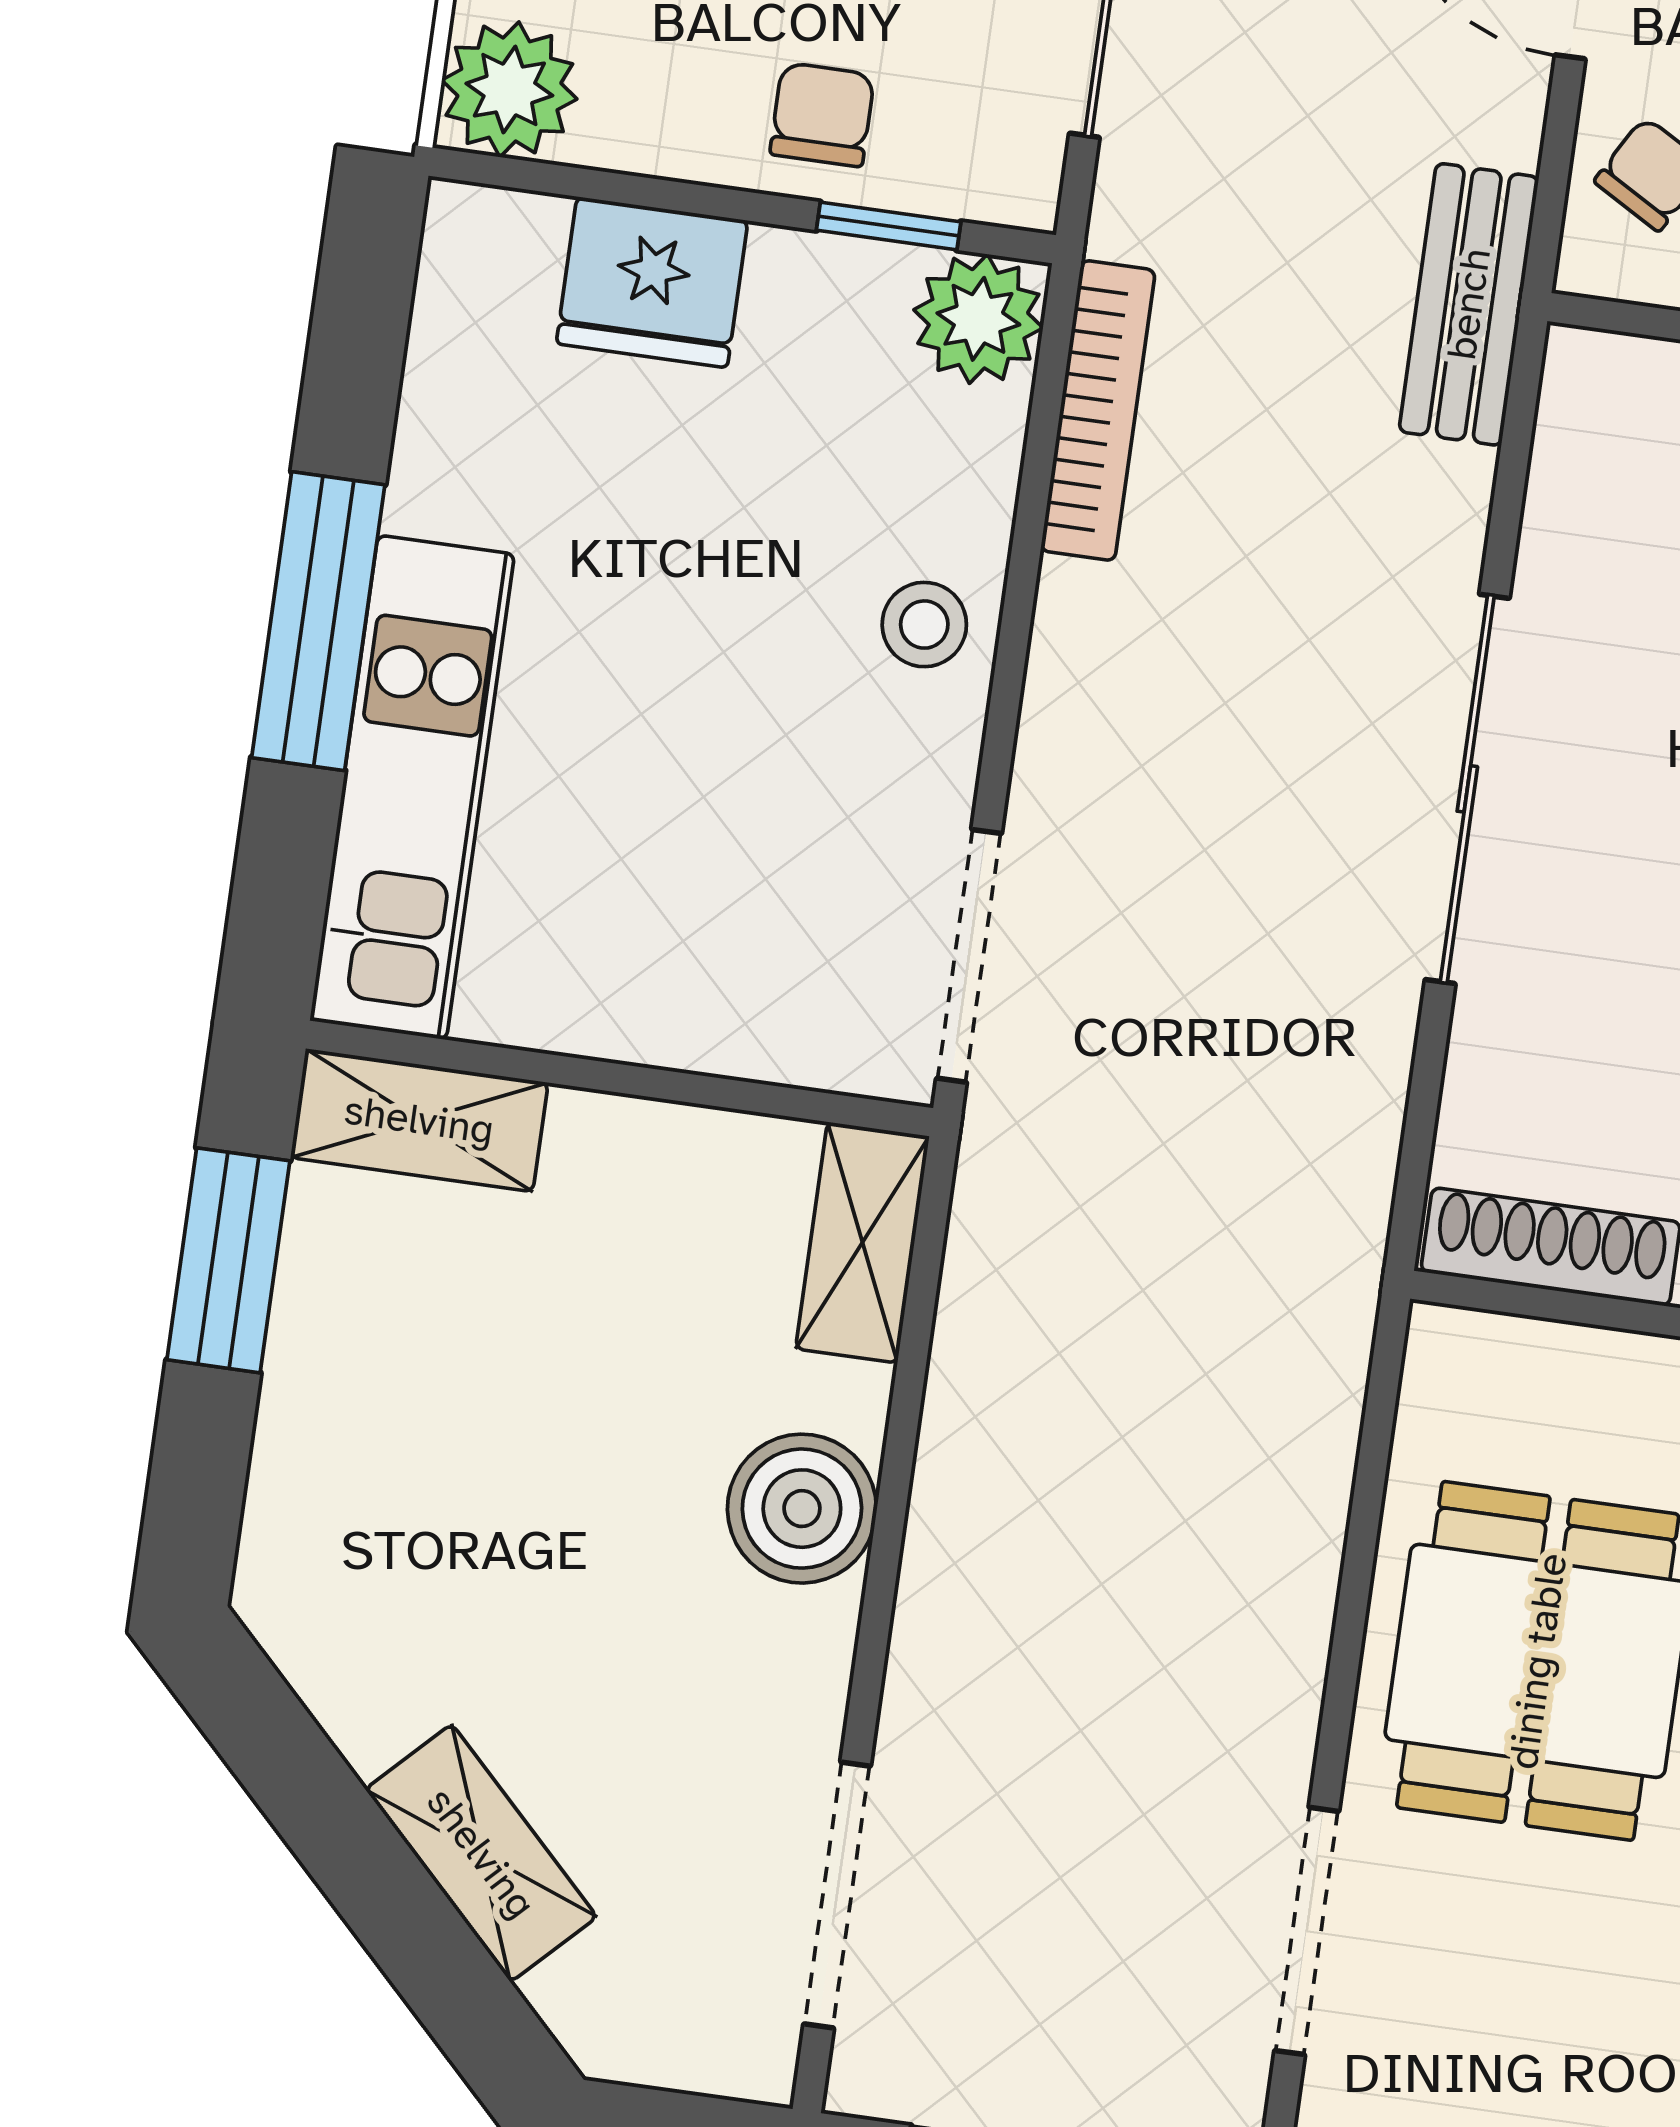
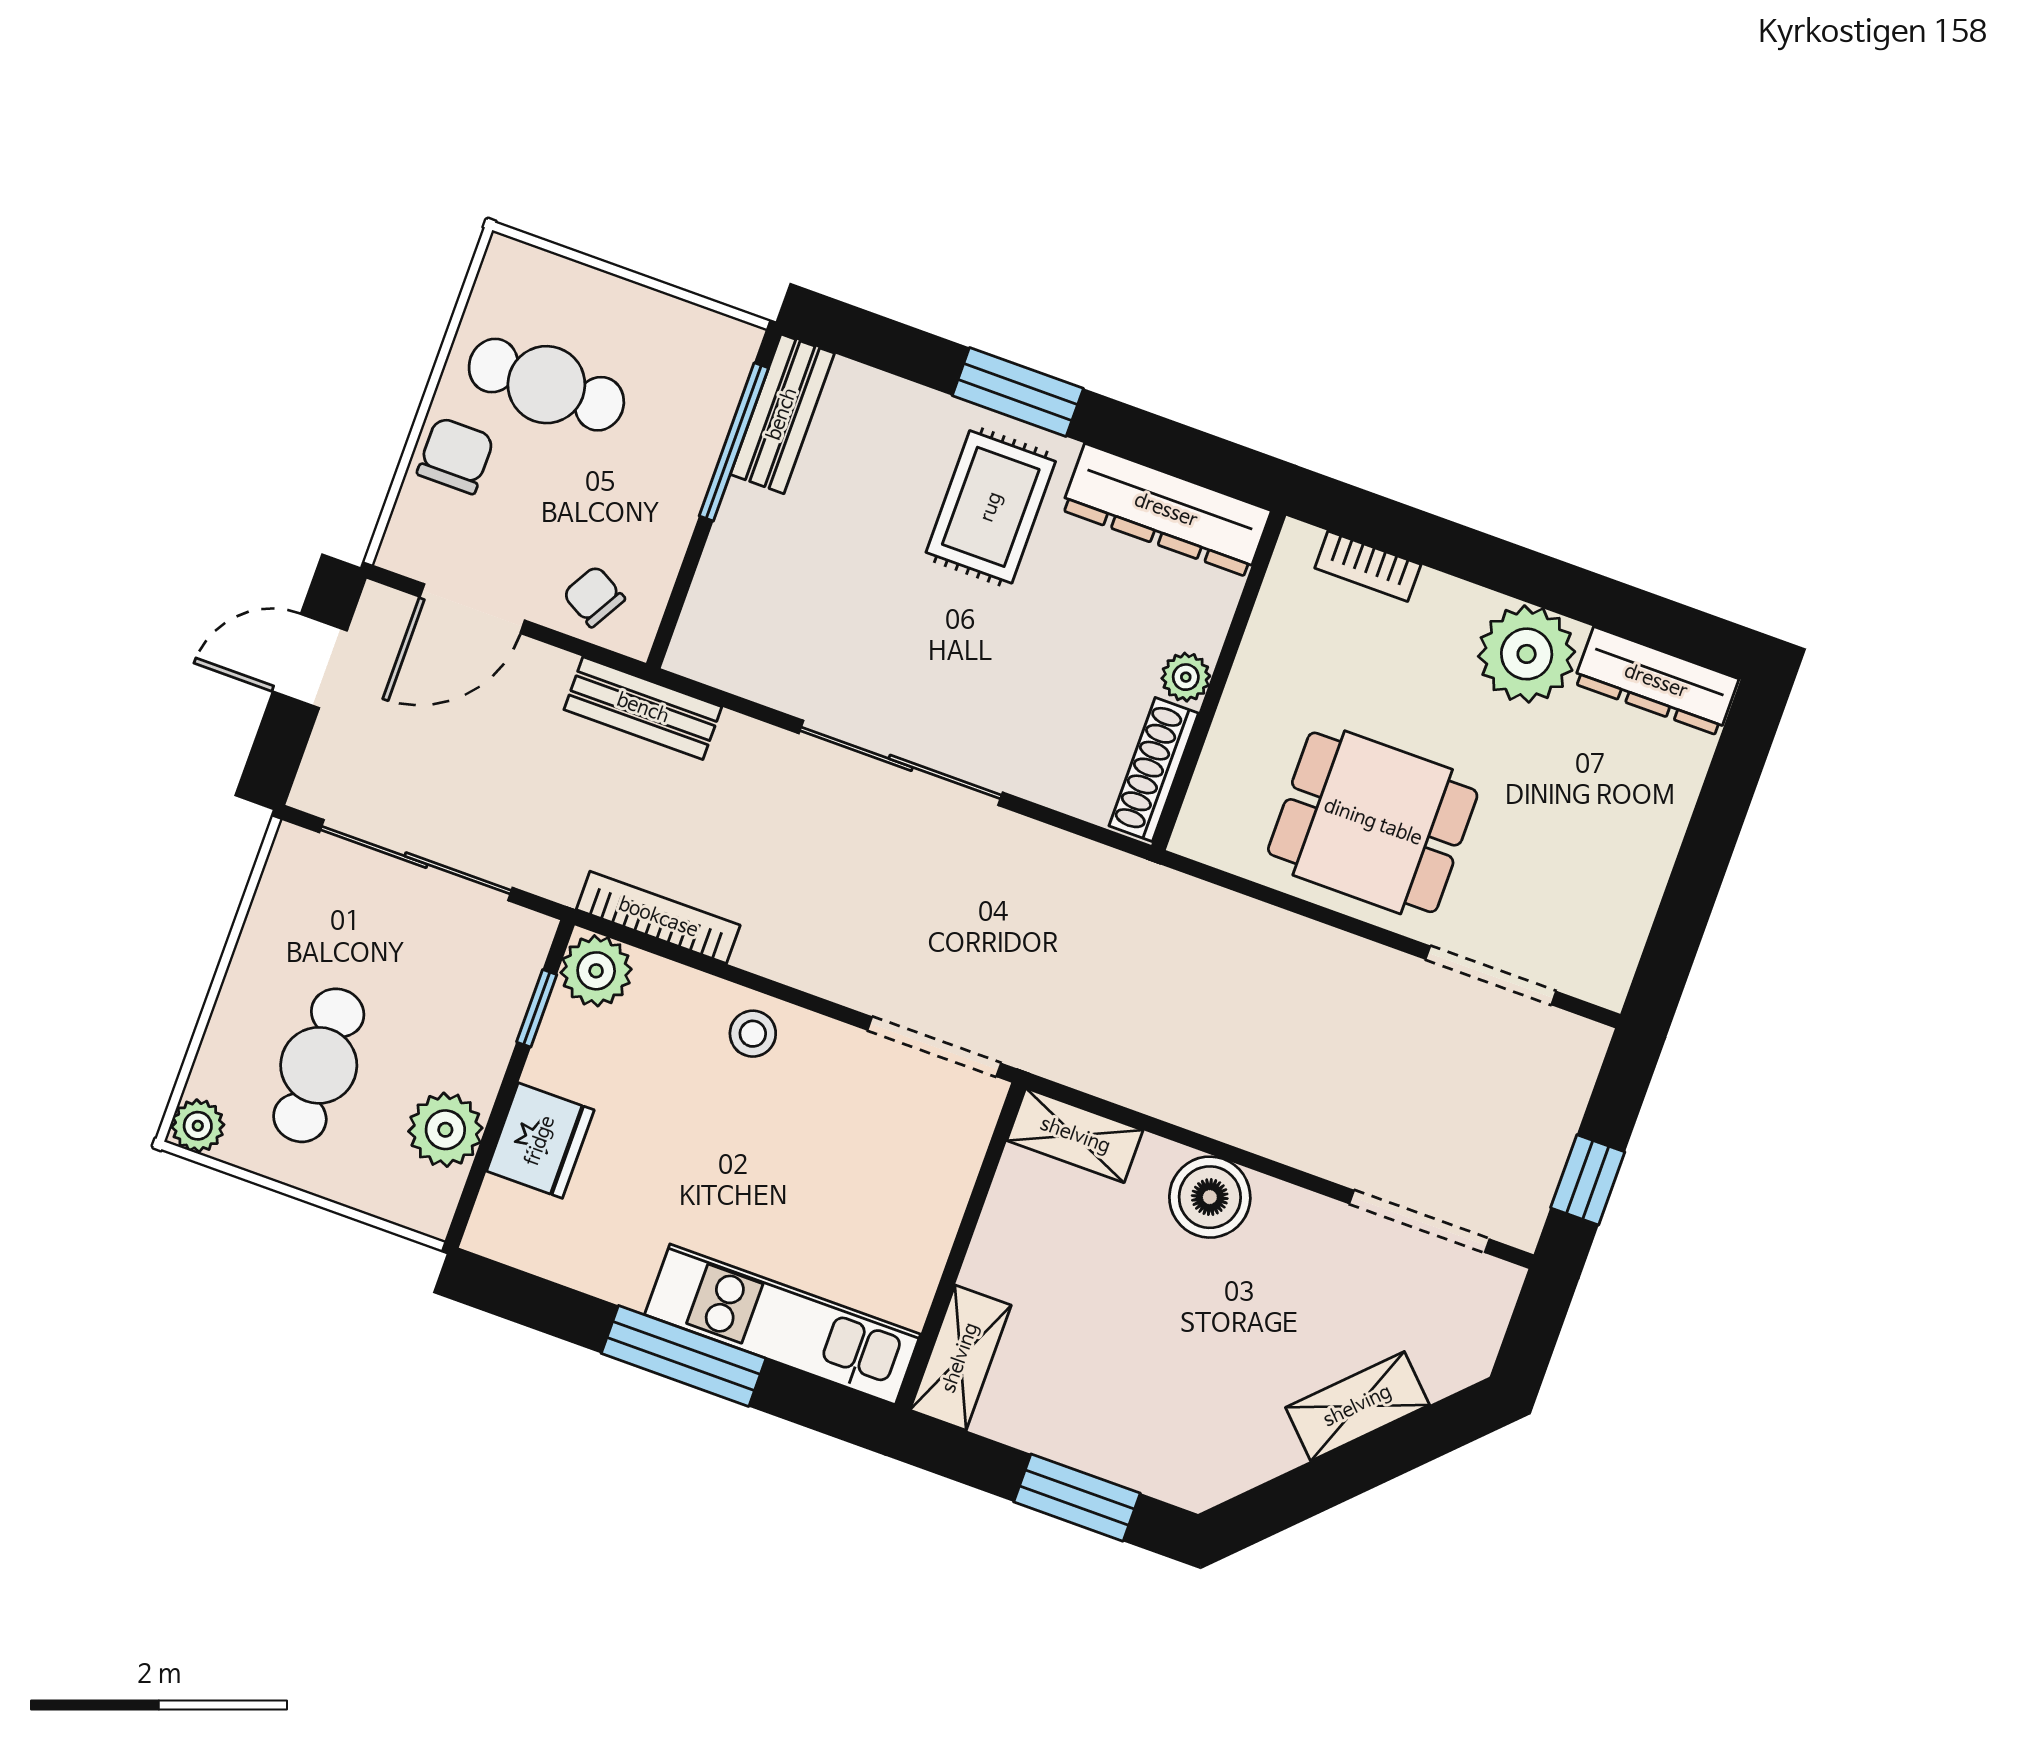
plant: (509, 90) -> (445, 1130), moved
chair: (822, 115) -> (470, 1031), removed
window: (228, 1260) -> (1077, 1498), moved

